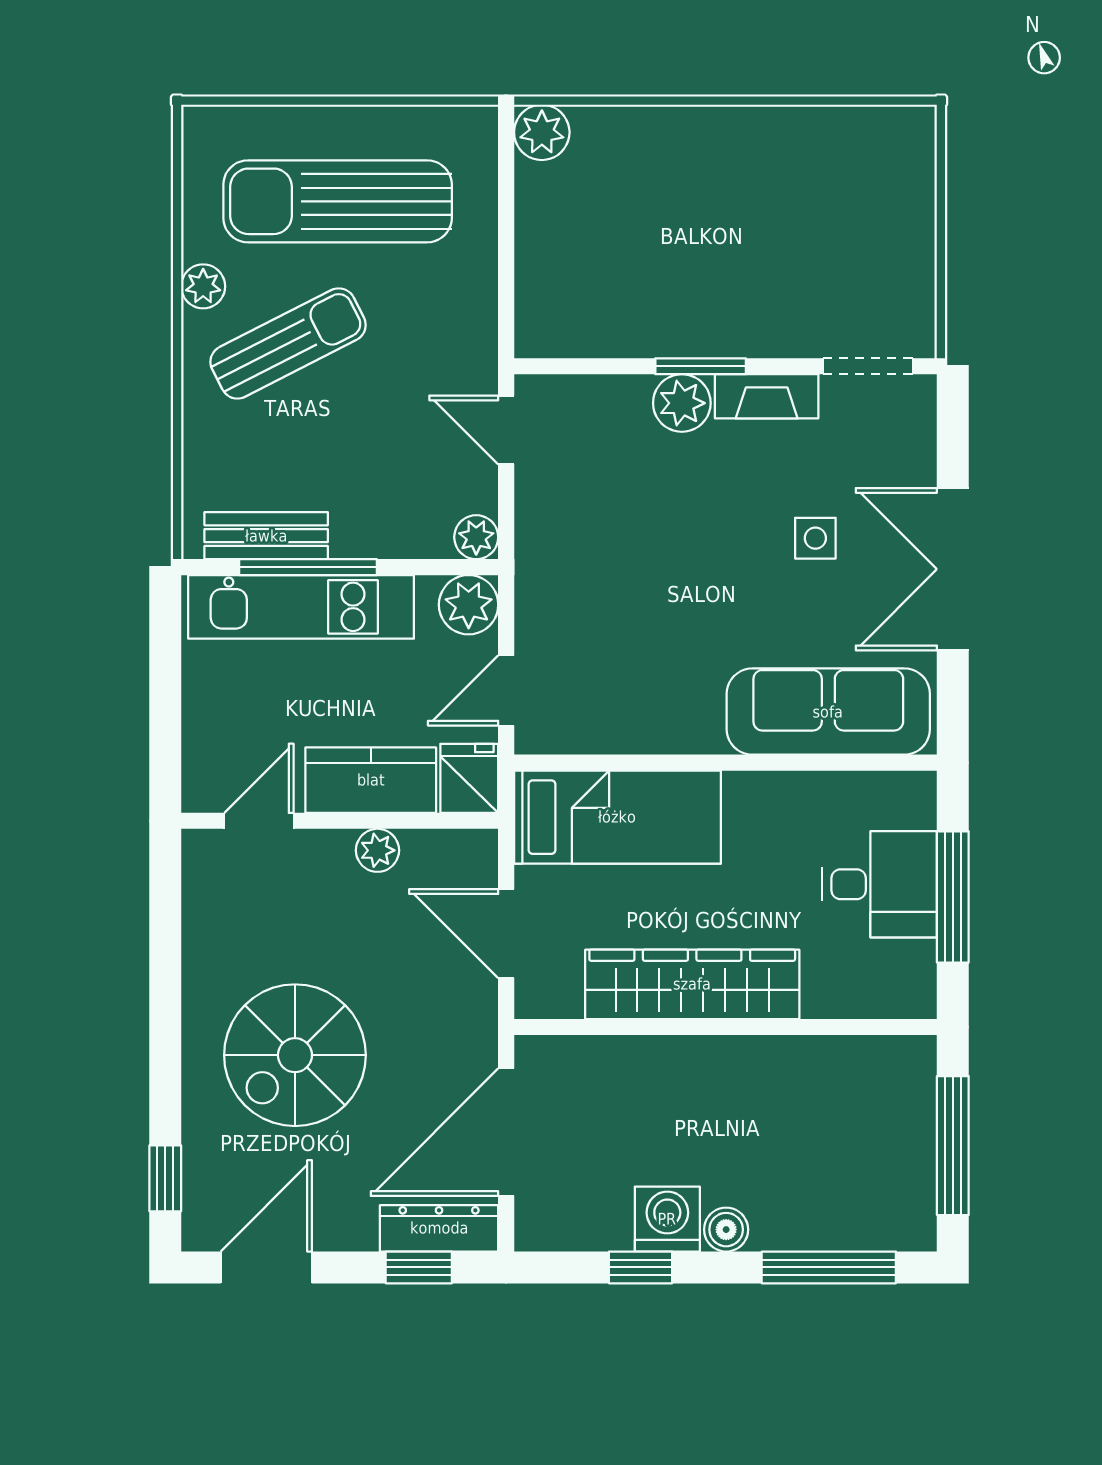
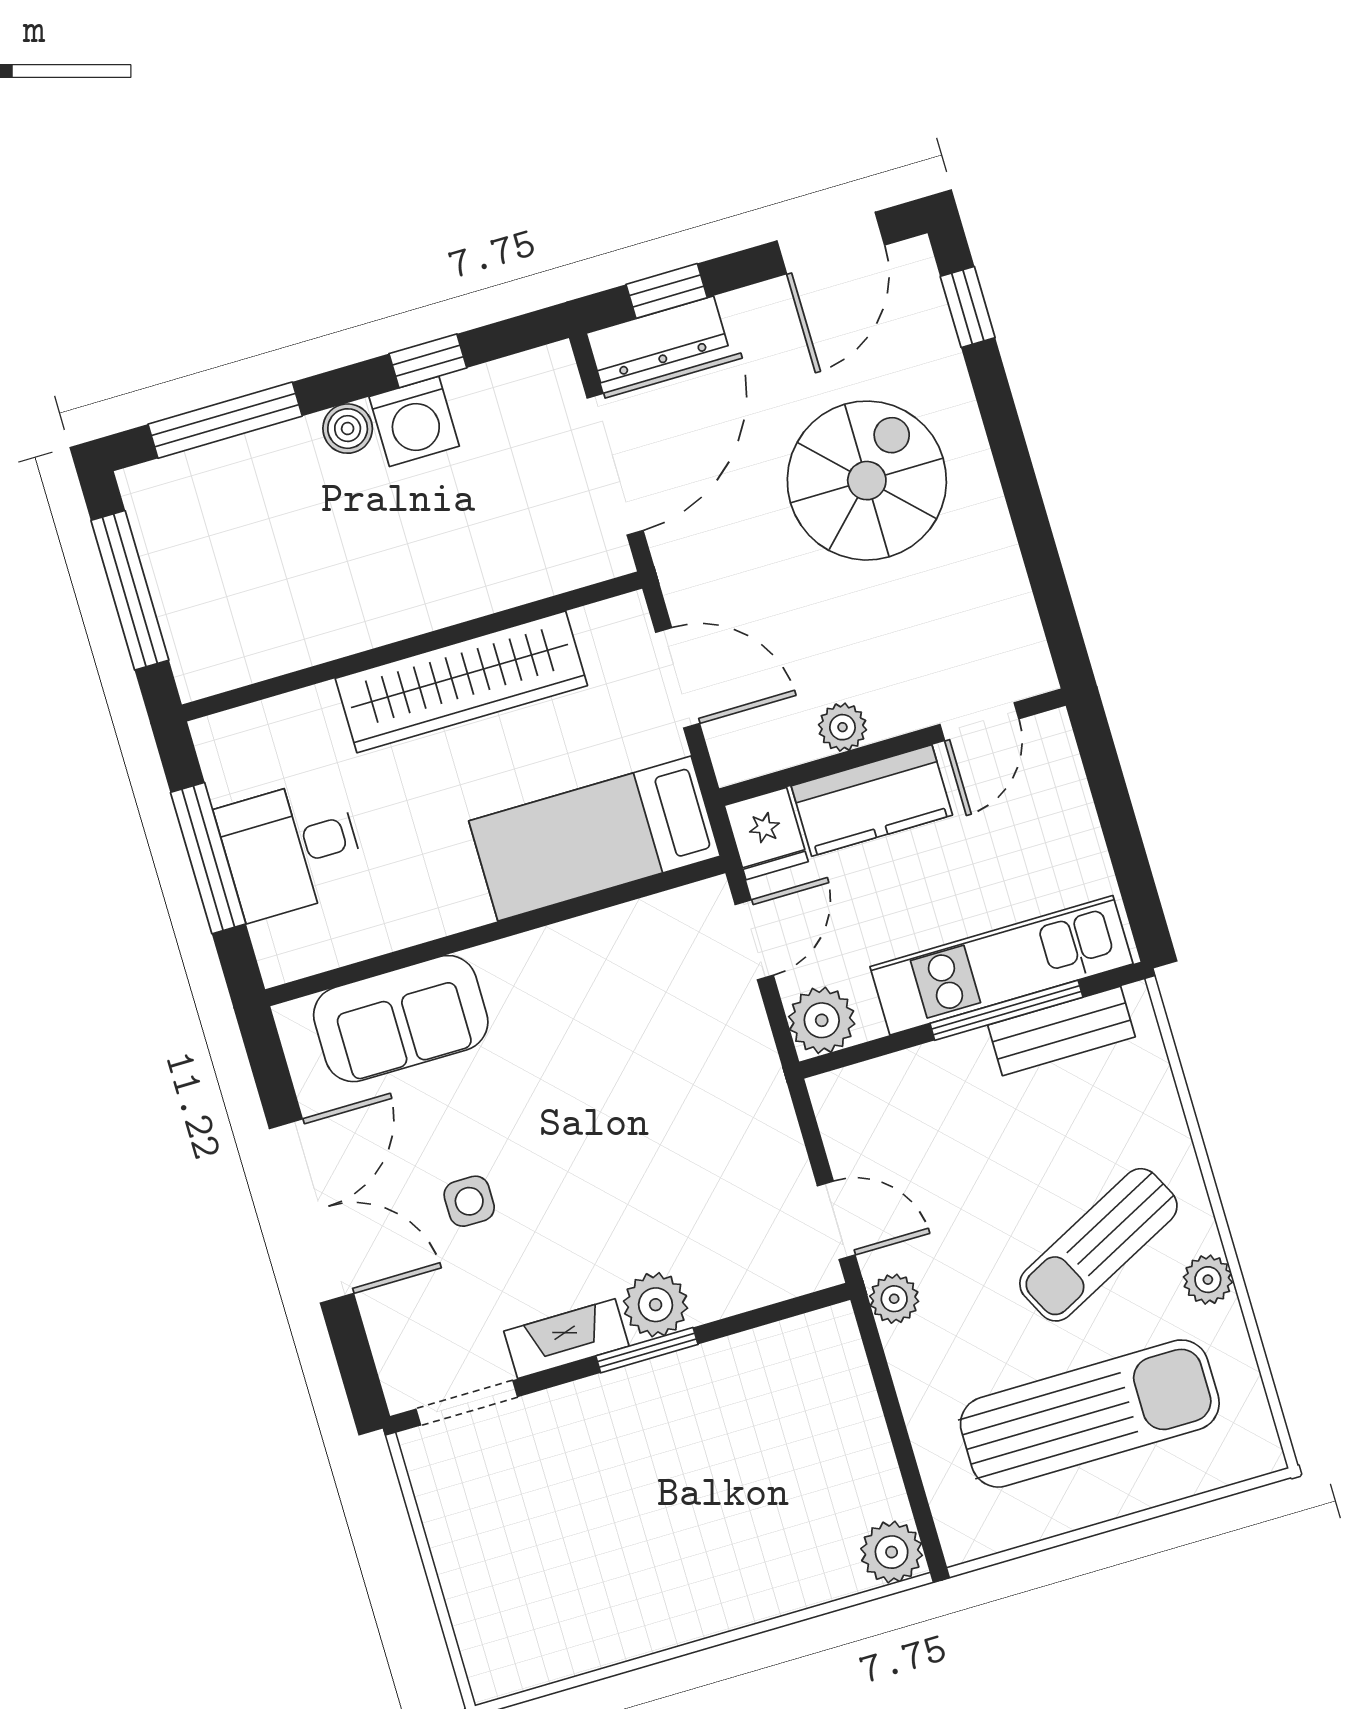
plant: (476, 537) -> (894, 1299), moved
sofa: (828, 712) -> (401, 1019), width x0.73

